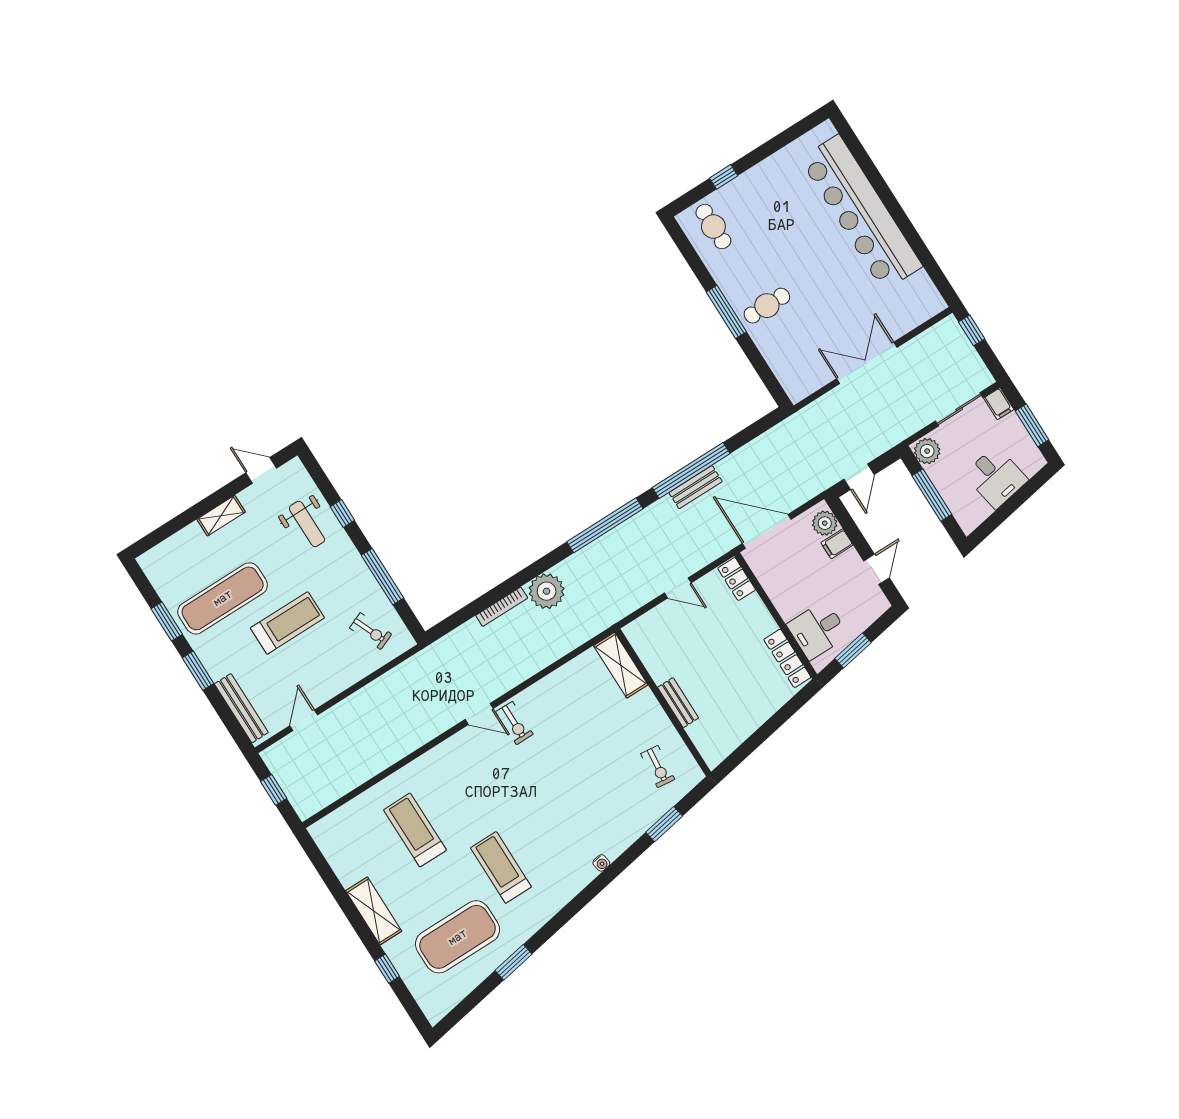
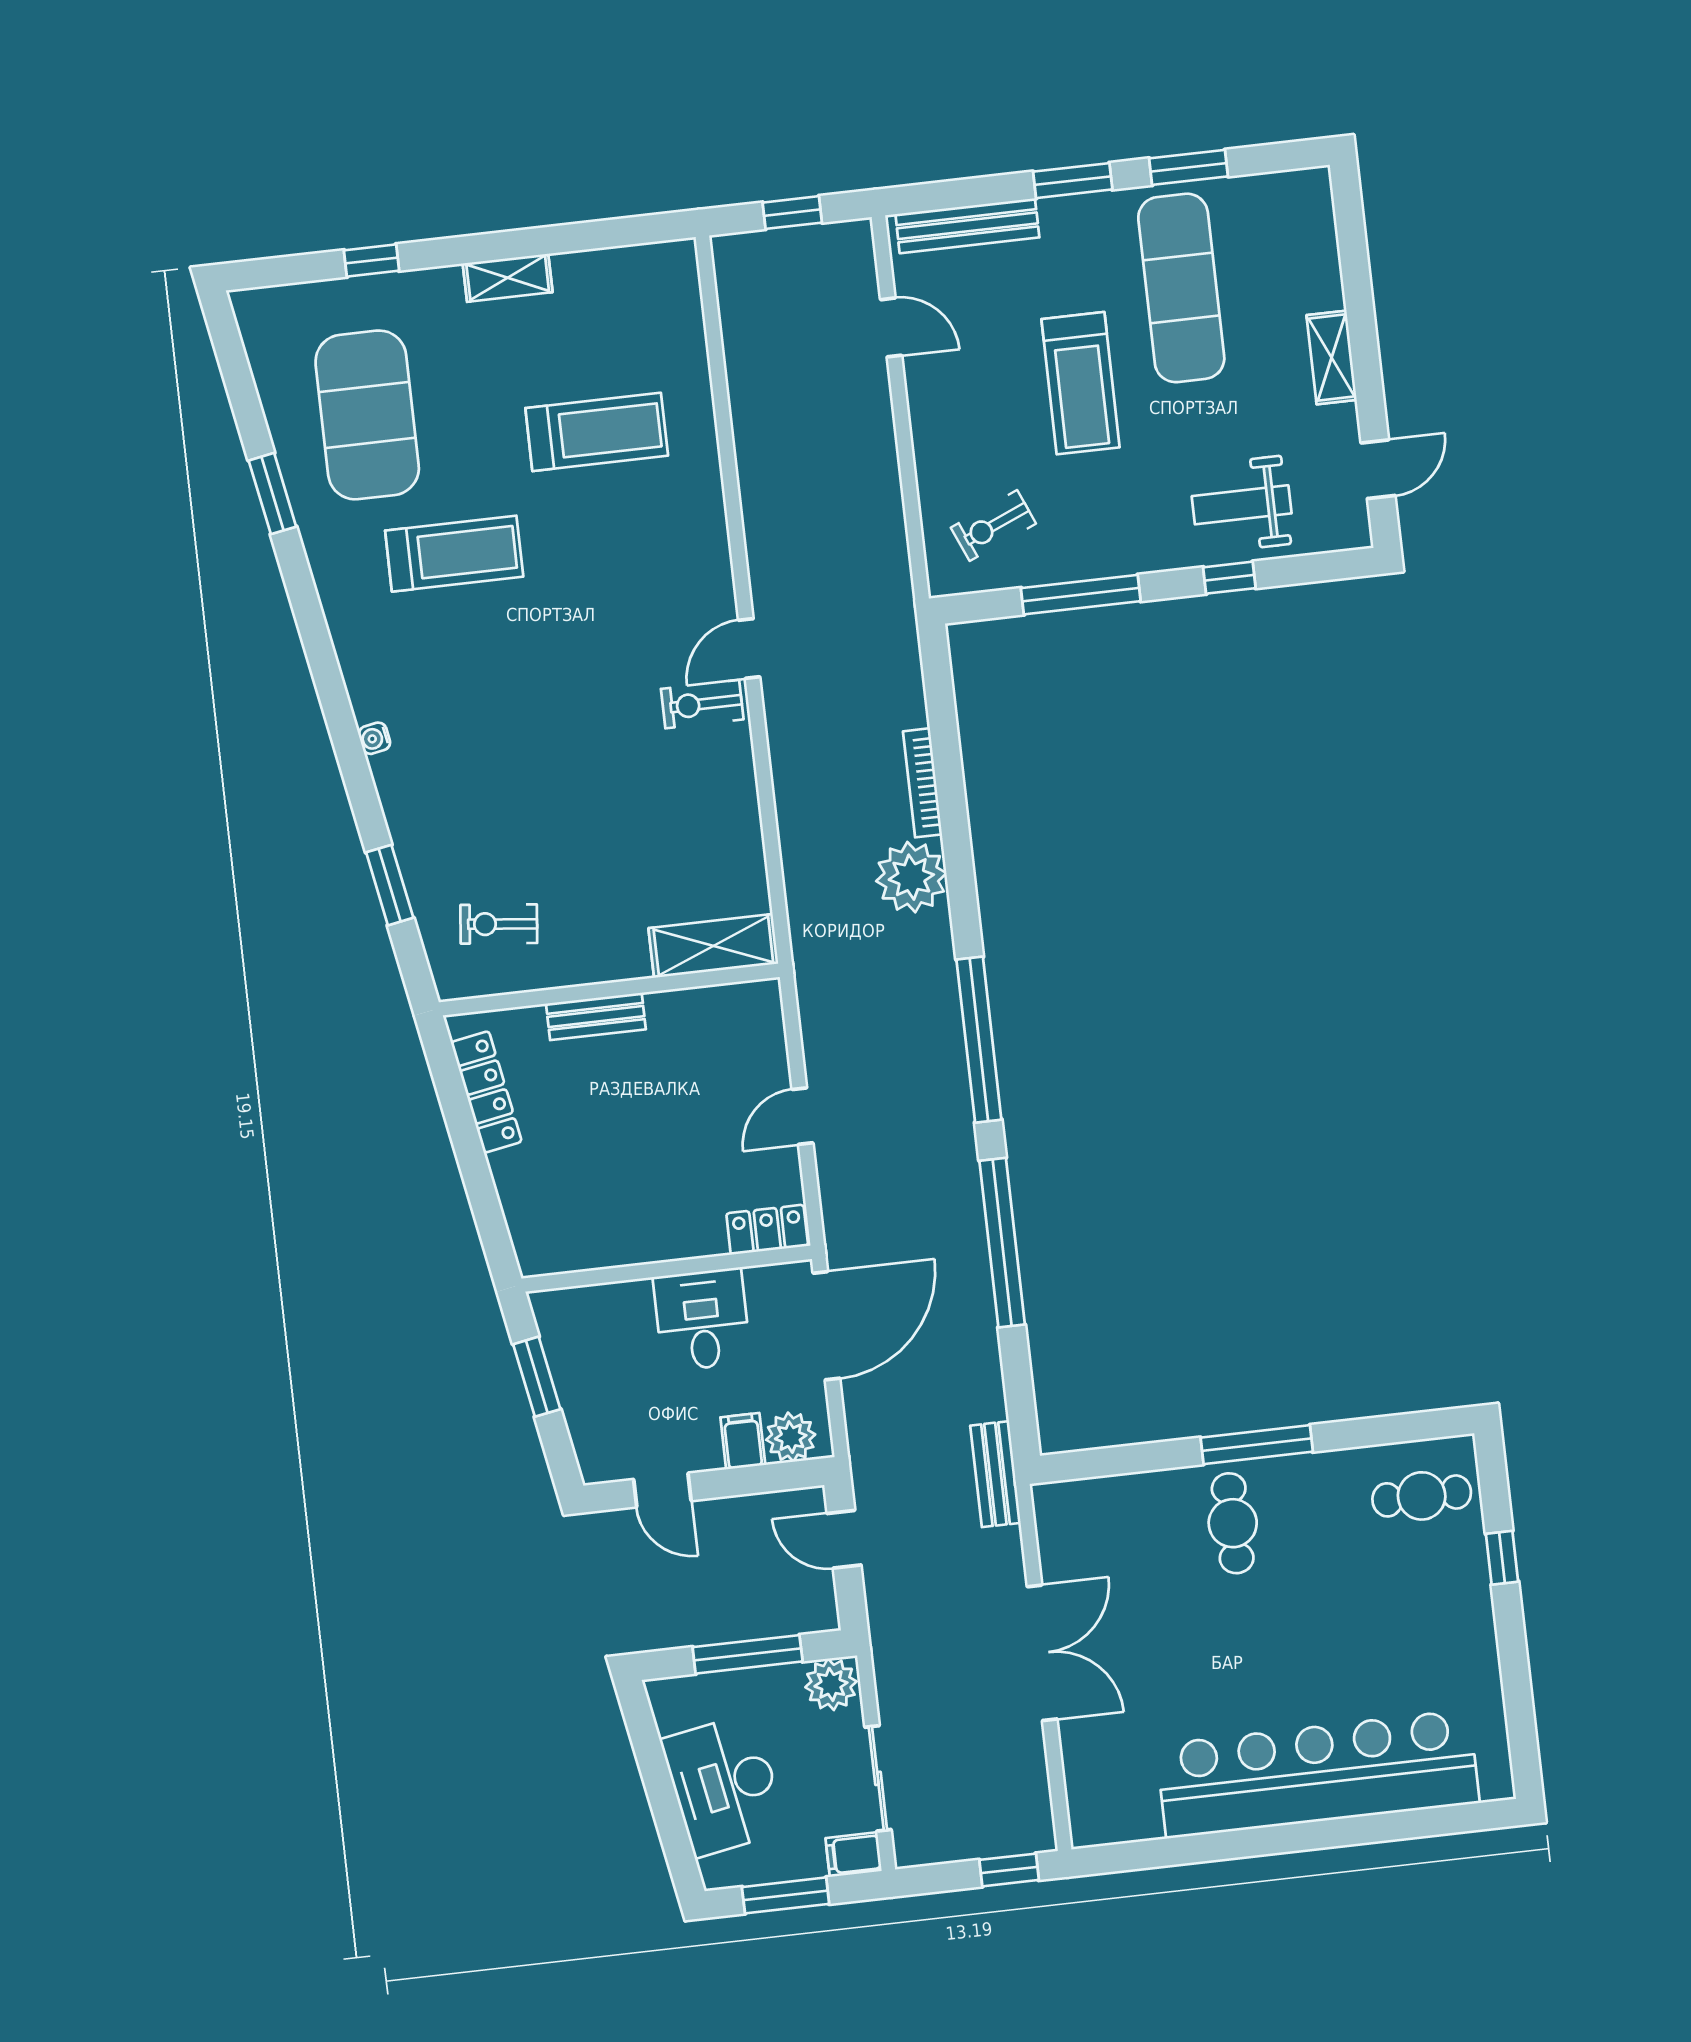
desk: (996, 477) -> (724, 1785), width x1.37
bench: (696, 487) -> (995, 1474), moved
desk: (818, 630) -> (702, 1320), moved
locker: (787, 658) -> (486, 1092), moved, turned 80
shelving: (374, 911) -> (508, 278), width x0.67, depth x0.75

